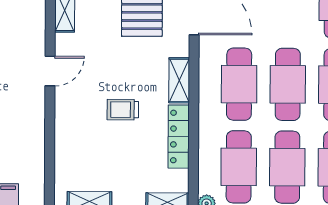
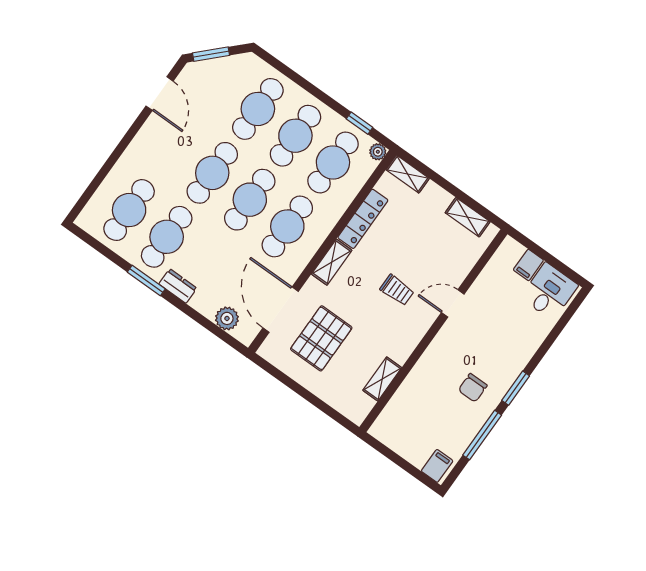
door: (50, 71) -> (453, 303), moved
trolley: (123, 110) -> (397, 290), moved

